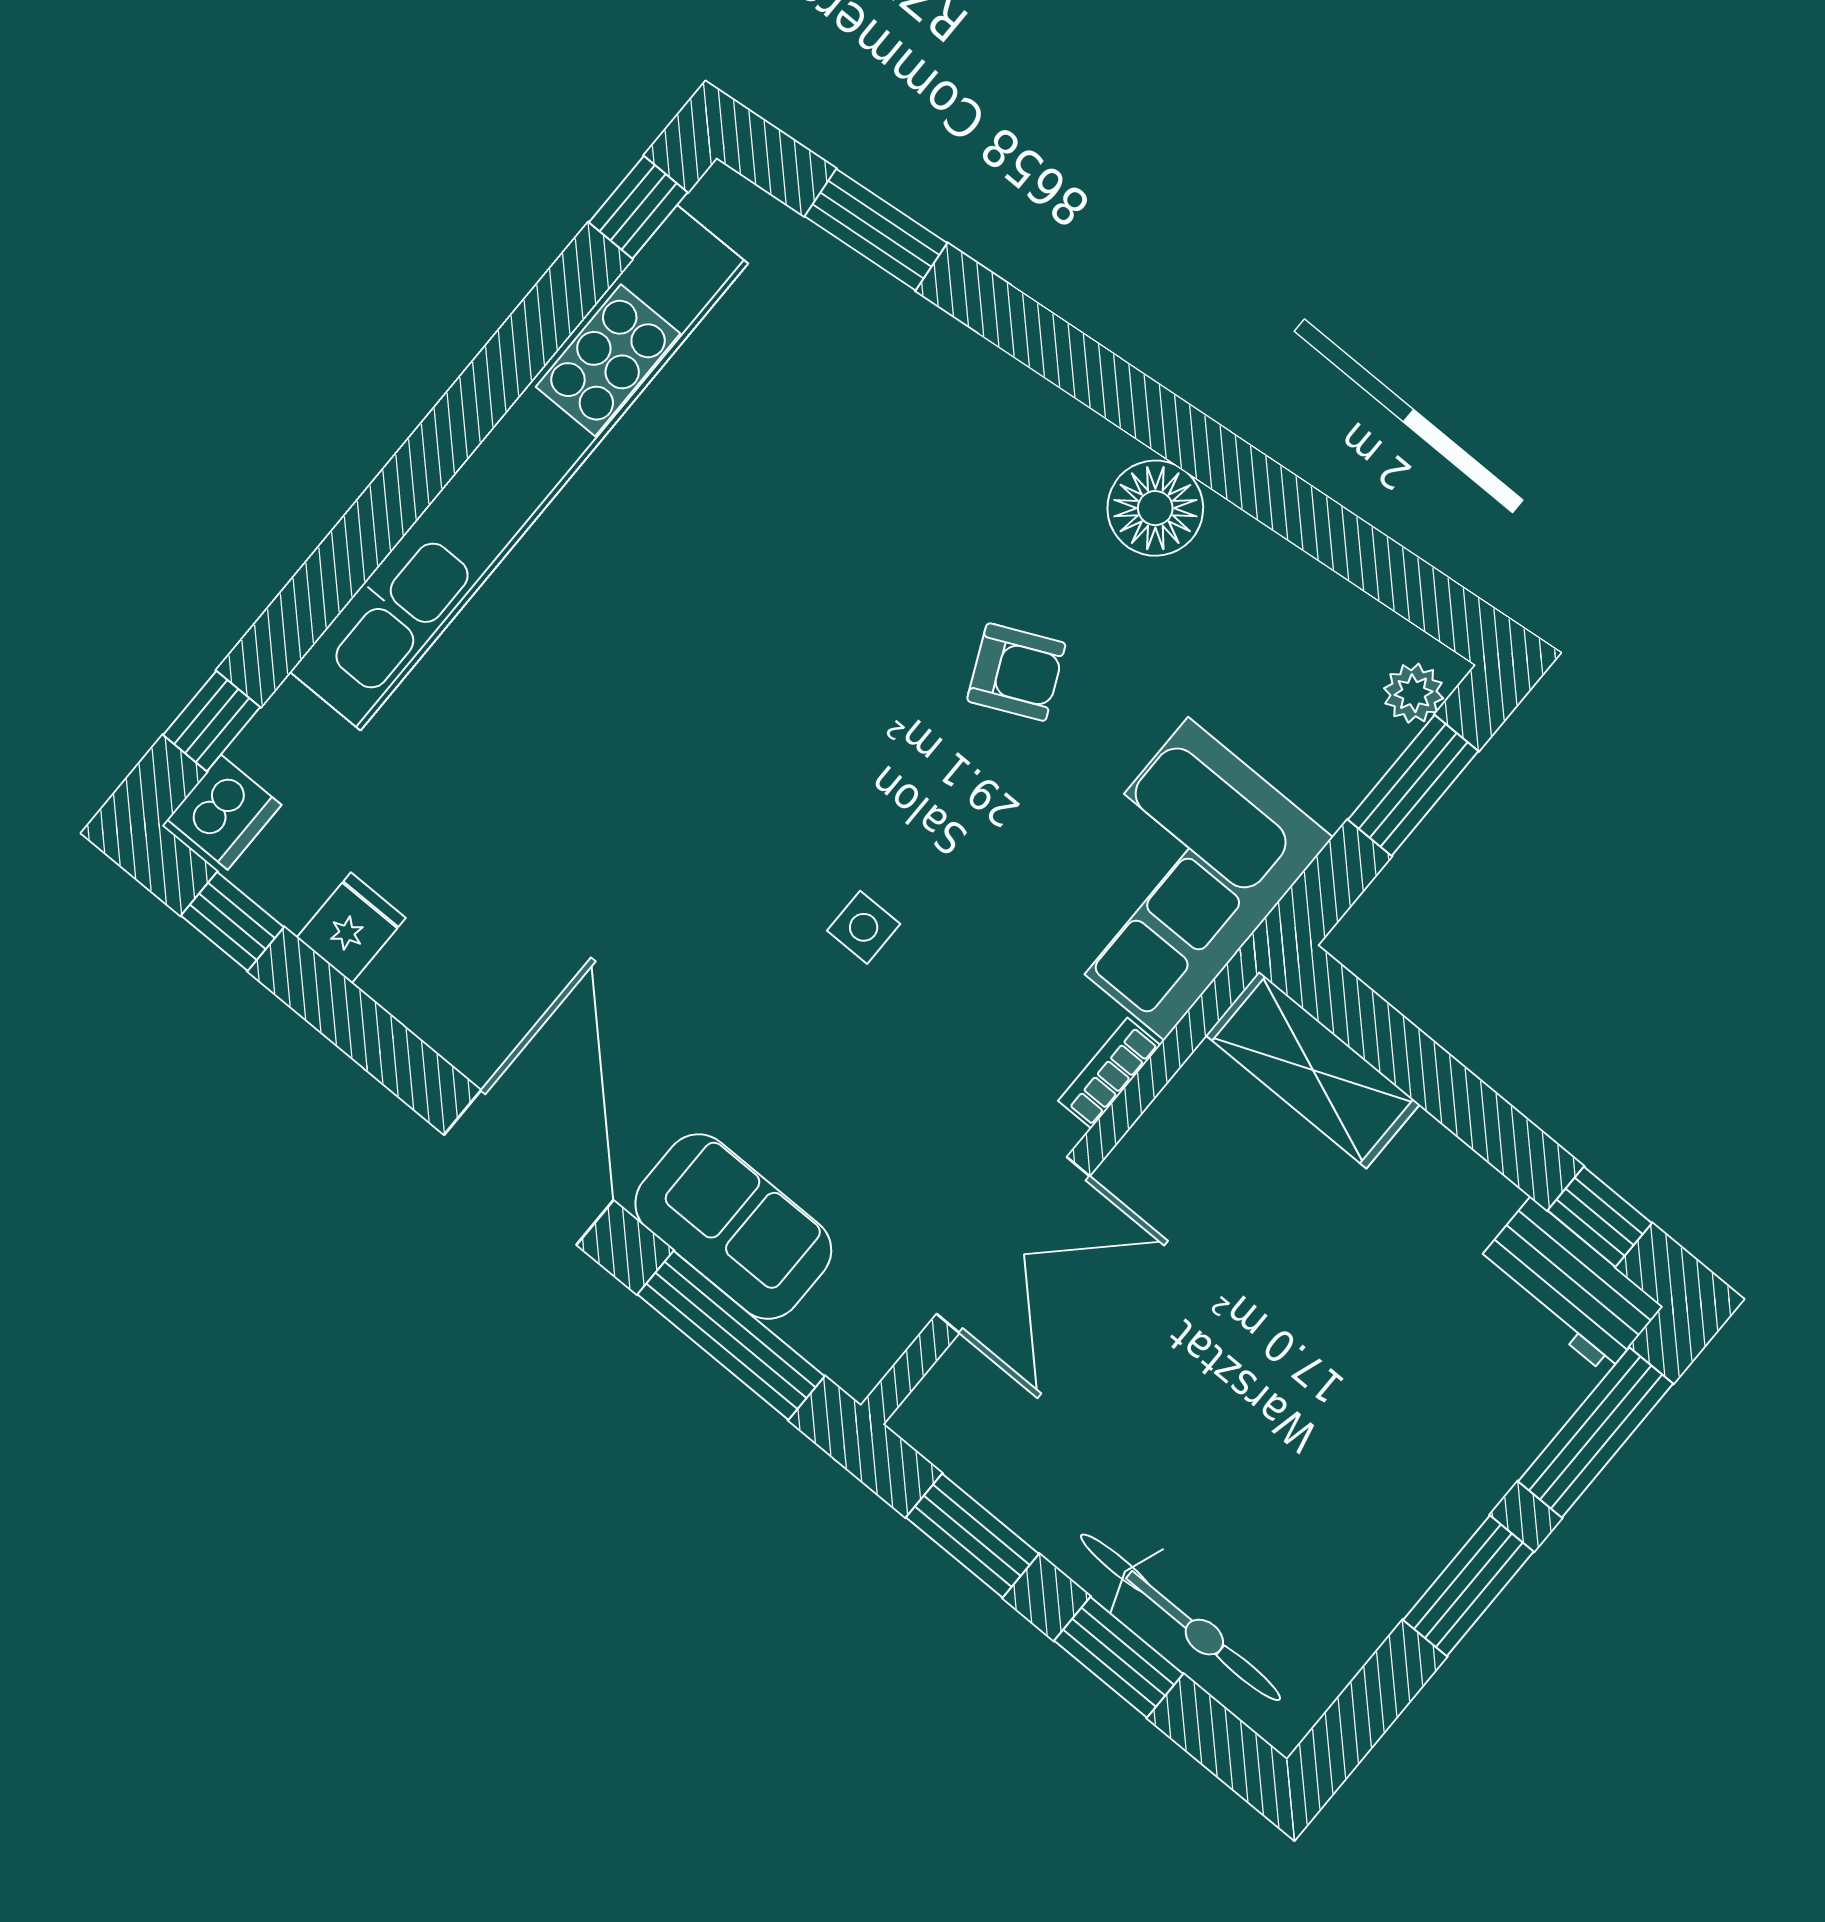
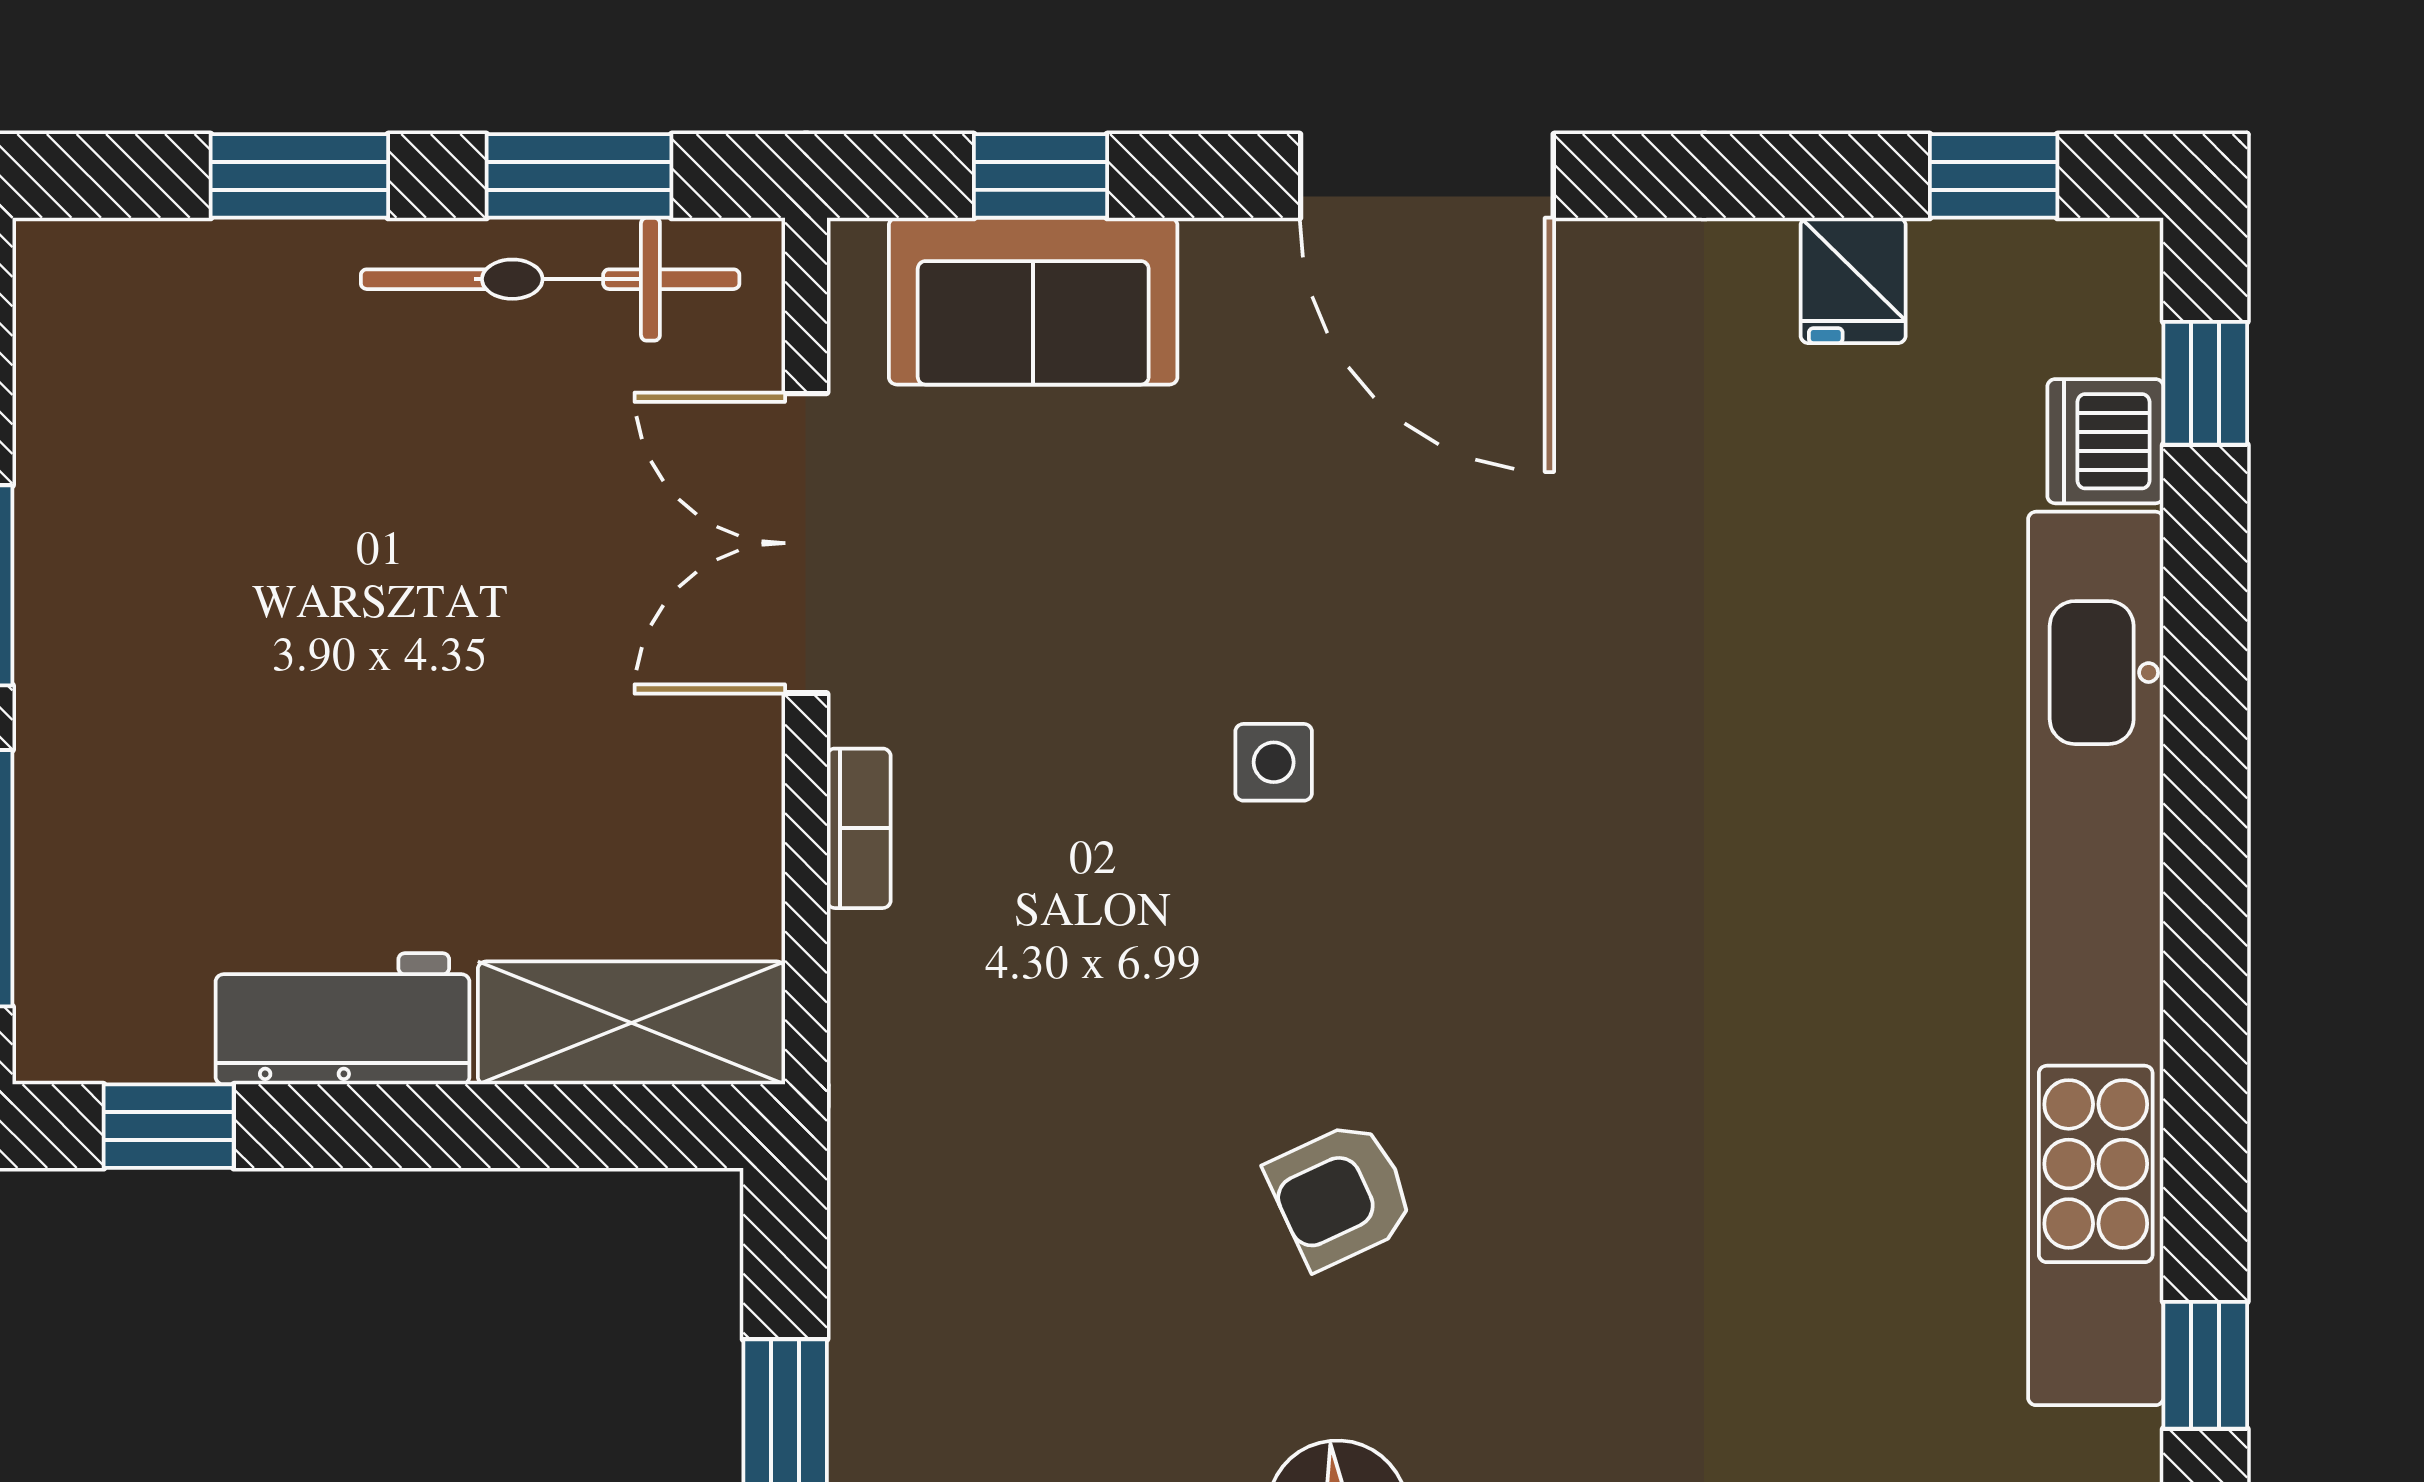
dishwasher: (224, 812) -> (2105, 441), moved
corner sofa: (1176, 879) -> (966, 1111), removed
sofa: (733, 1227) -> (1033, 301), moved
workbench: (1568, 1286) -> (343, 1019), moved
window: (731, 1335) -> (1040, 176), width x0.46
bicycle: (1181, 1617) -> (550, 279), moved

